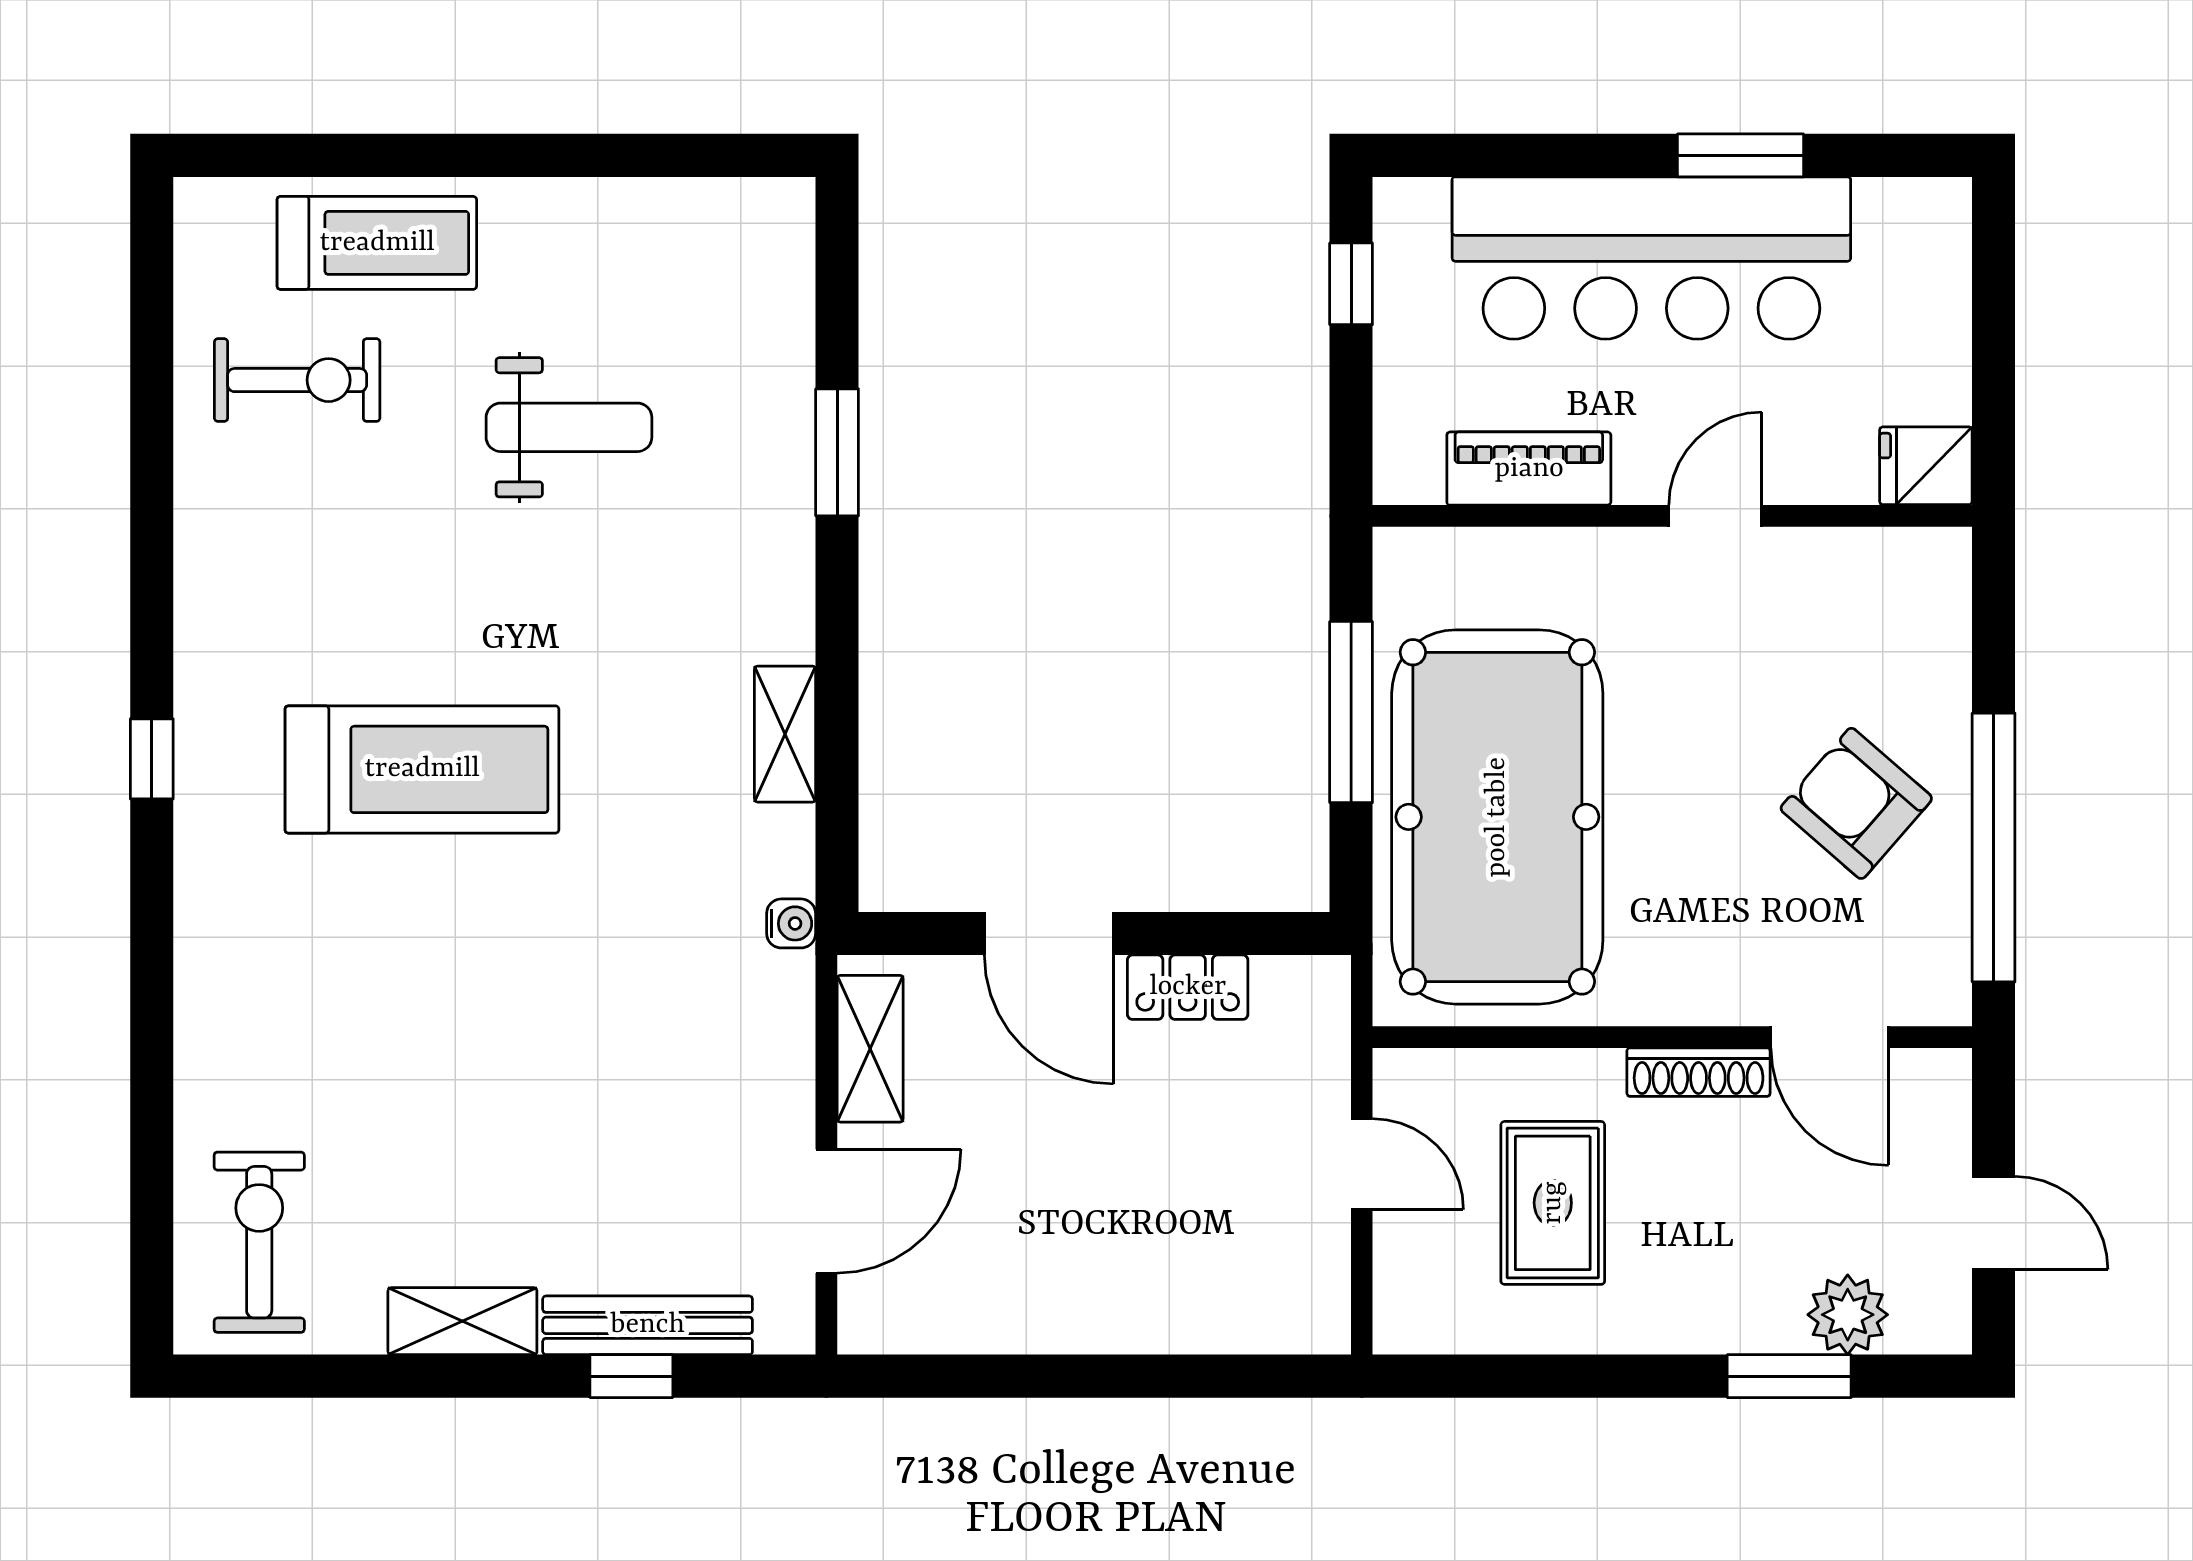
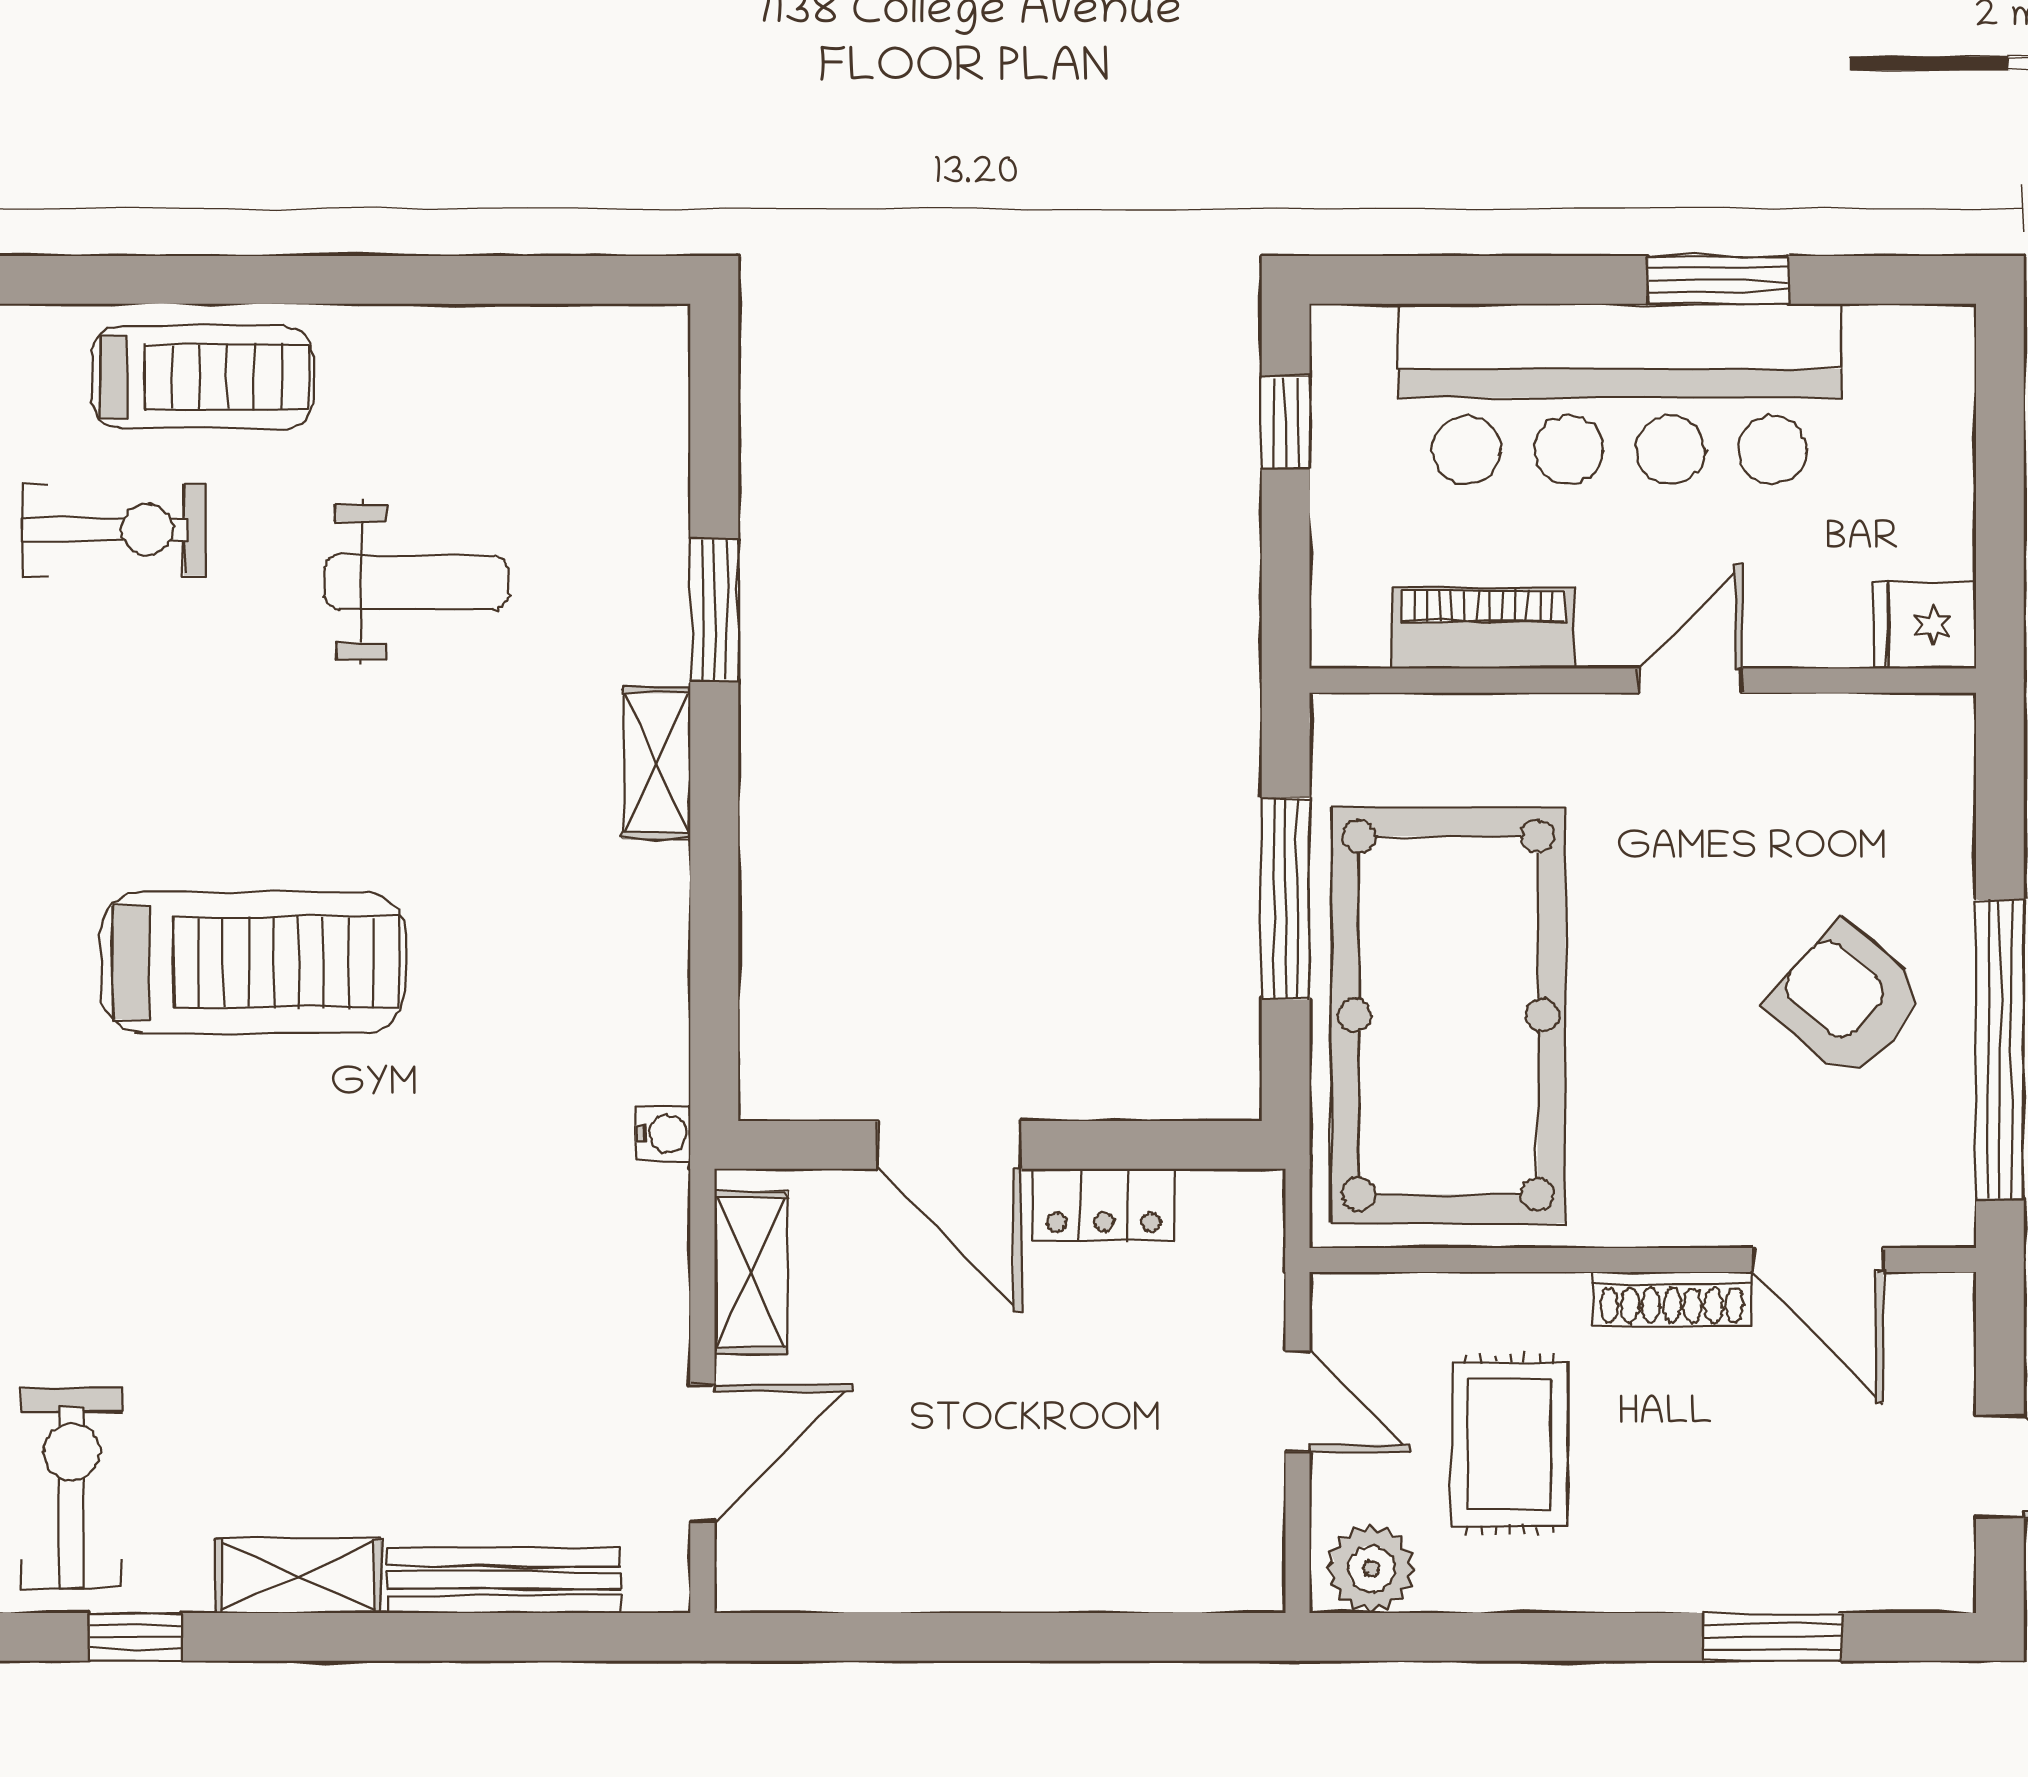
shelving: (785, 734) -> (656, 763), moved
plant: (1848, 1315) -> (1371, 1569), moved
window: (631, 1376) -> (136, 1637), moved

